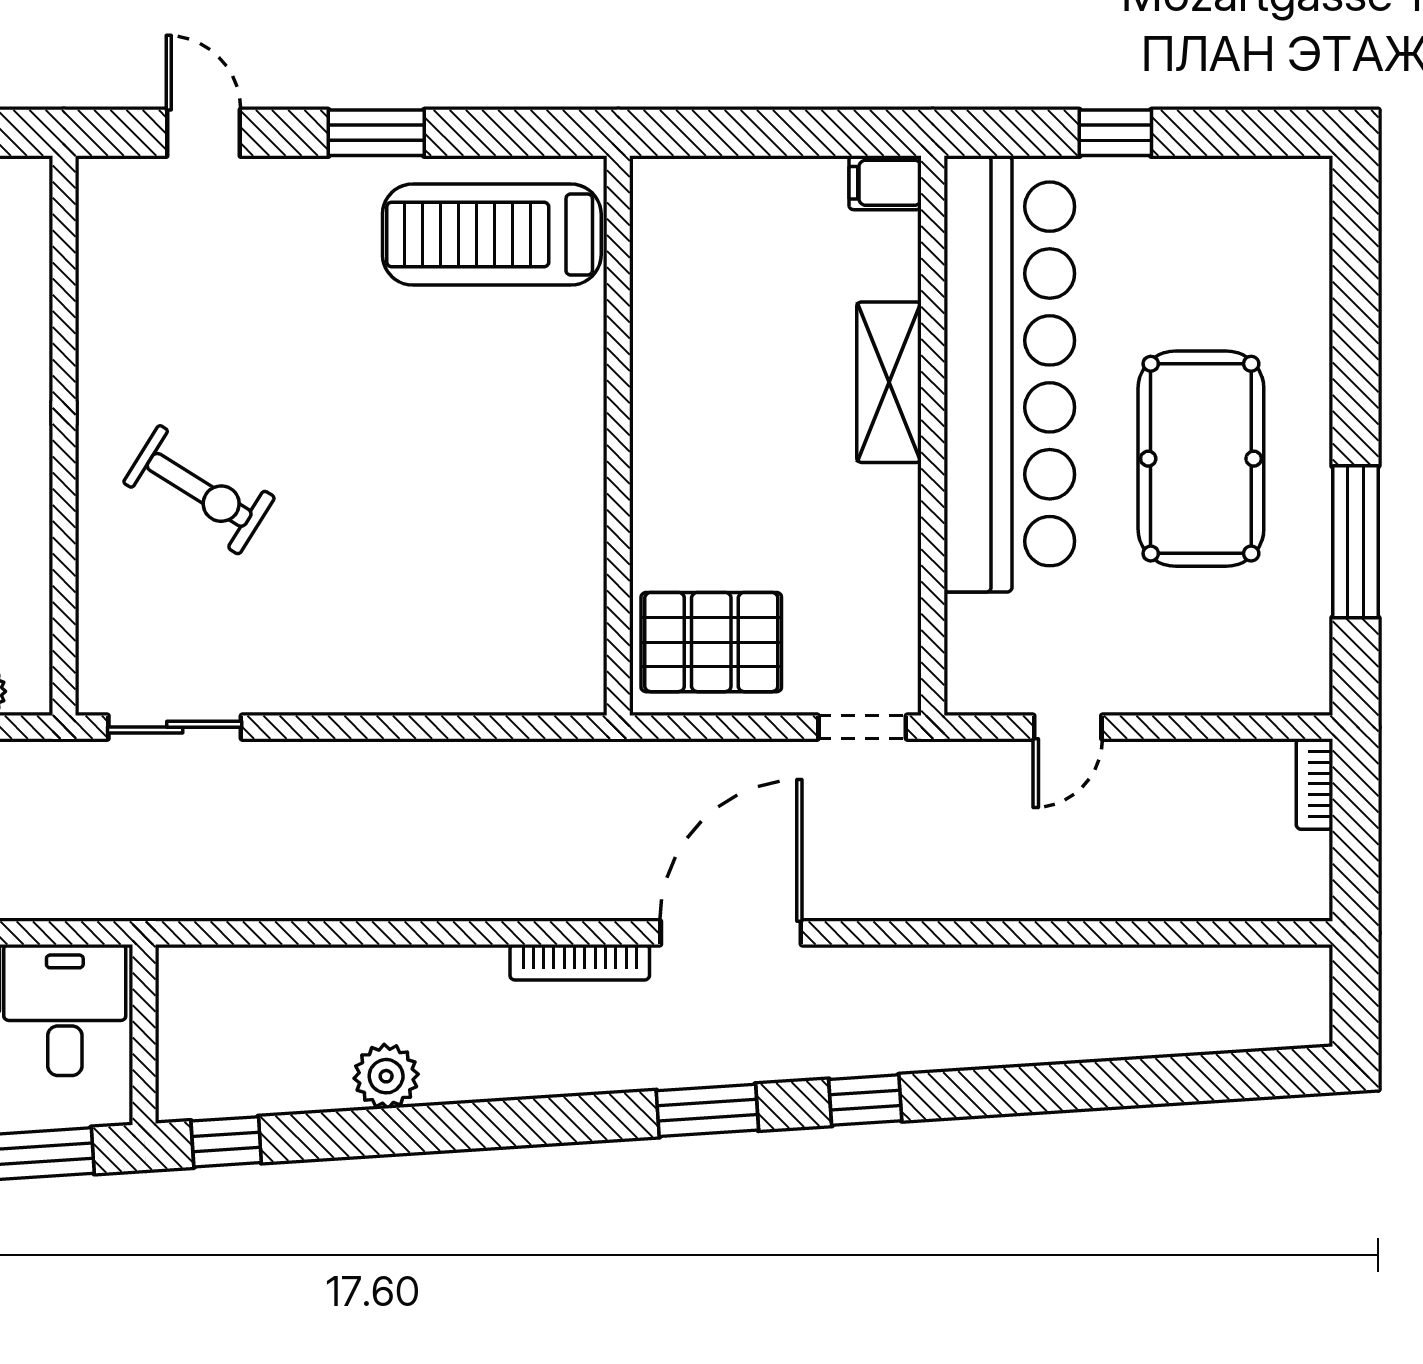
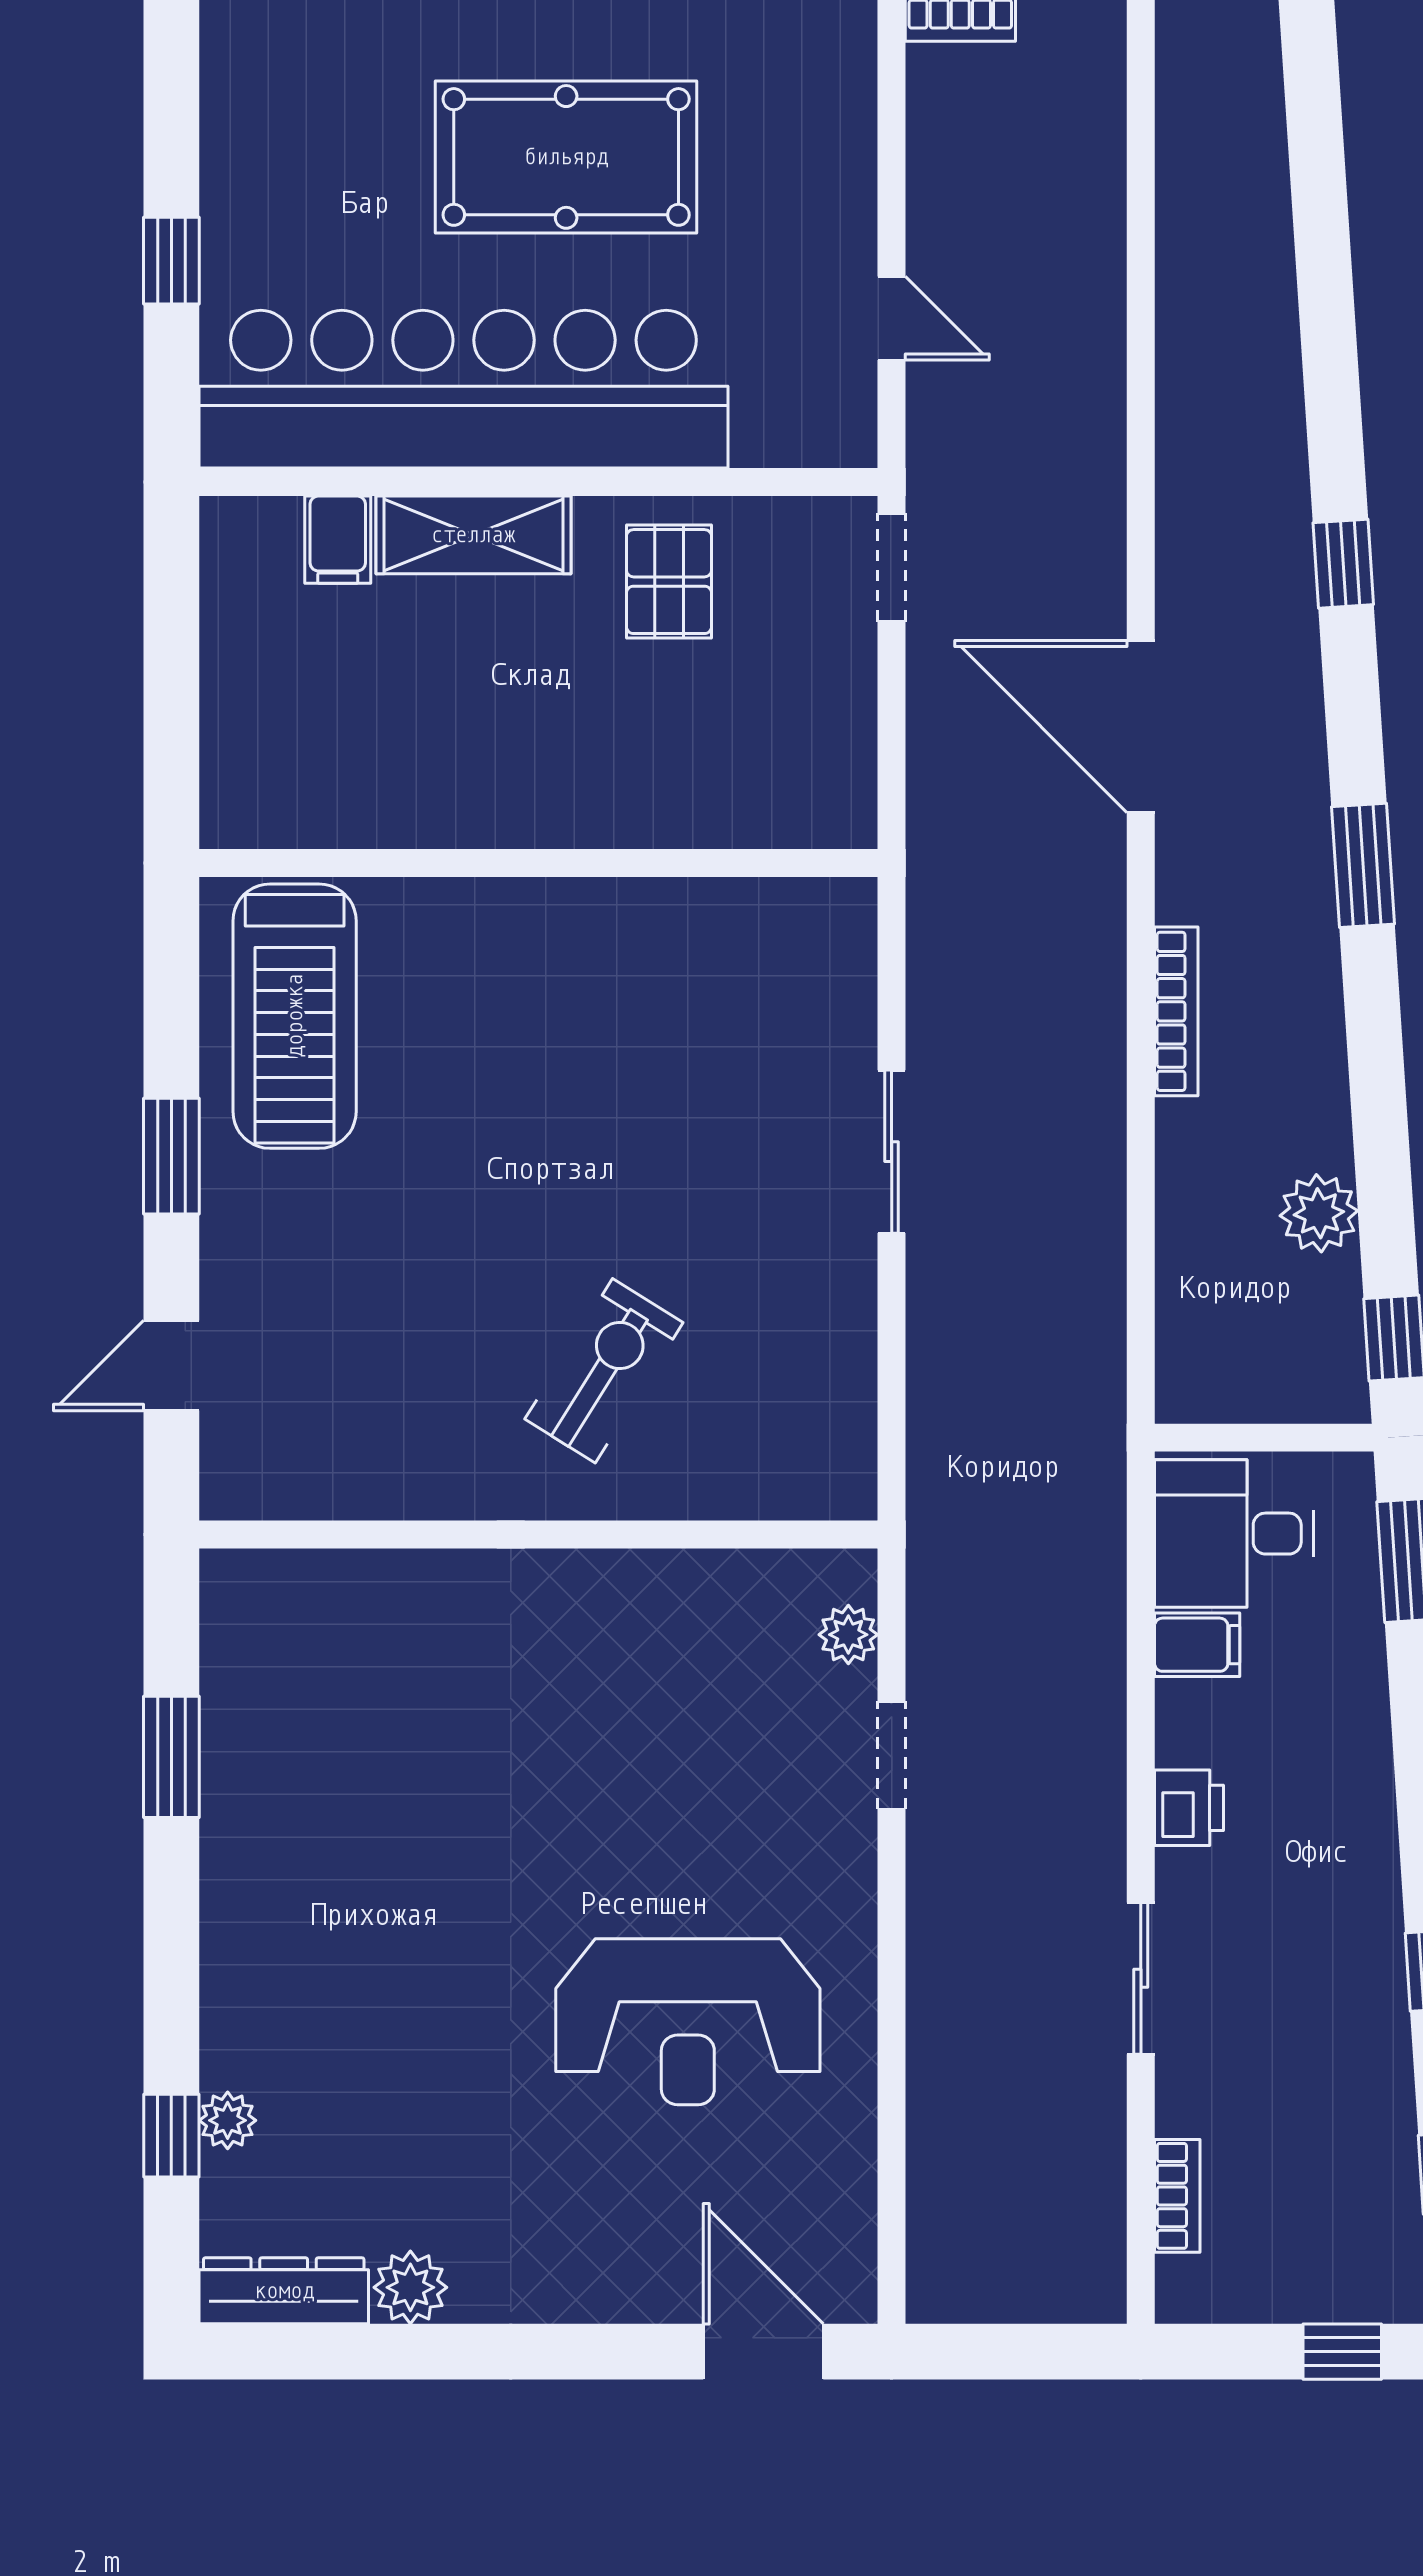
filing cabinet: (885, 183) -> (338, 540), moved
pallet: (711, 642) -> (669, 582), moved, width x0.67, depth x0.71
sliding door: (175, 727) -> (892, 1152), moved
bookcase: (580, 962) -> (1176, 1011), moved
plant: (386, 1076) -> (1319, 1213), moved
window: (707, 1110) -> (1363, 865), moved

